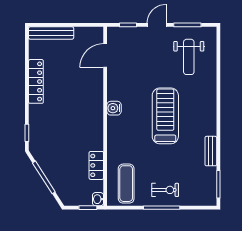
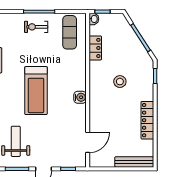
stool: (68, 126) -> (120, 82), added

